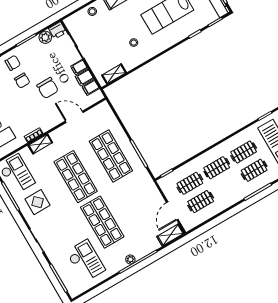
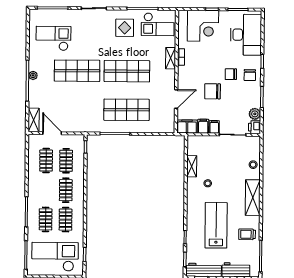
shelving: (114, 74) -> (192, 166), moved
filing cabinet: (91, 88) -> (187, 127), width x2.00
checkout: (86, 261) -> (53, 38), turned 180

